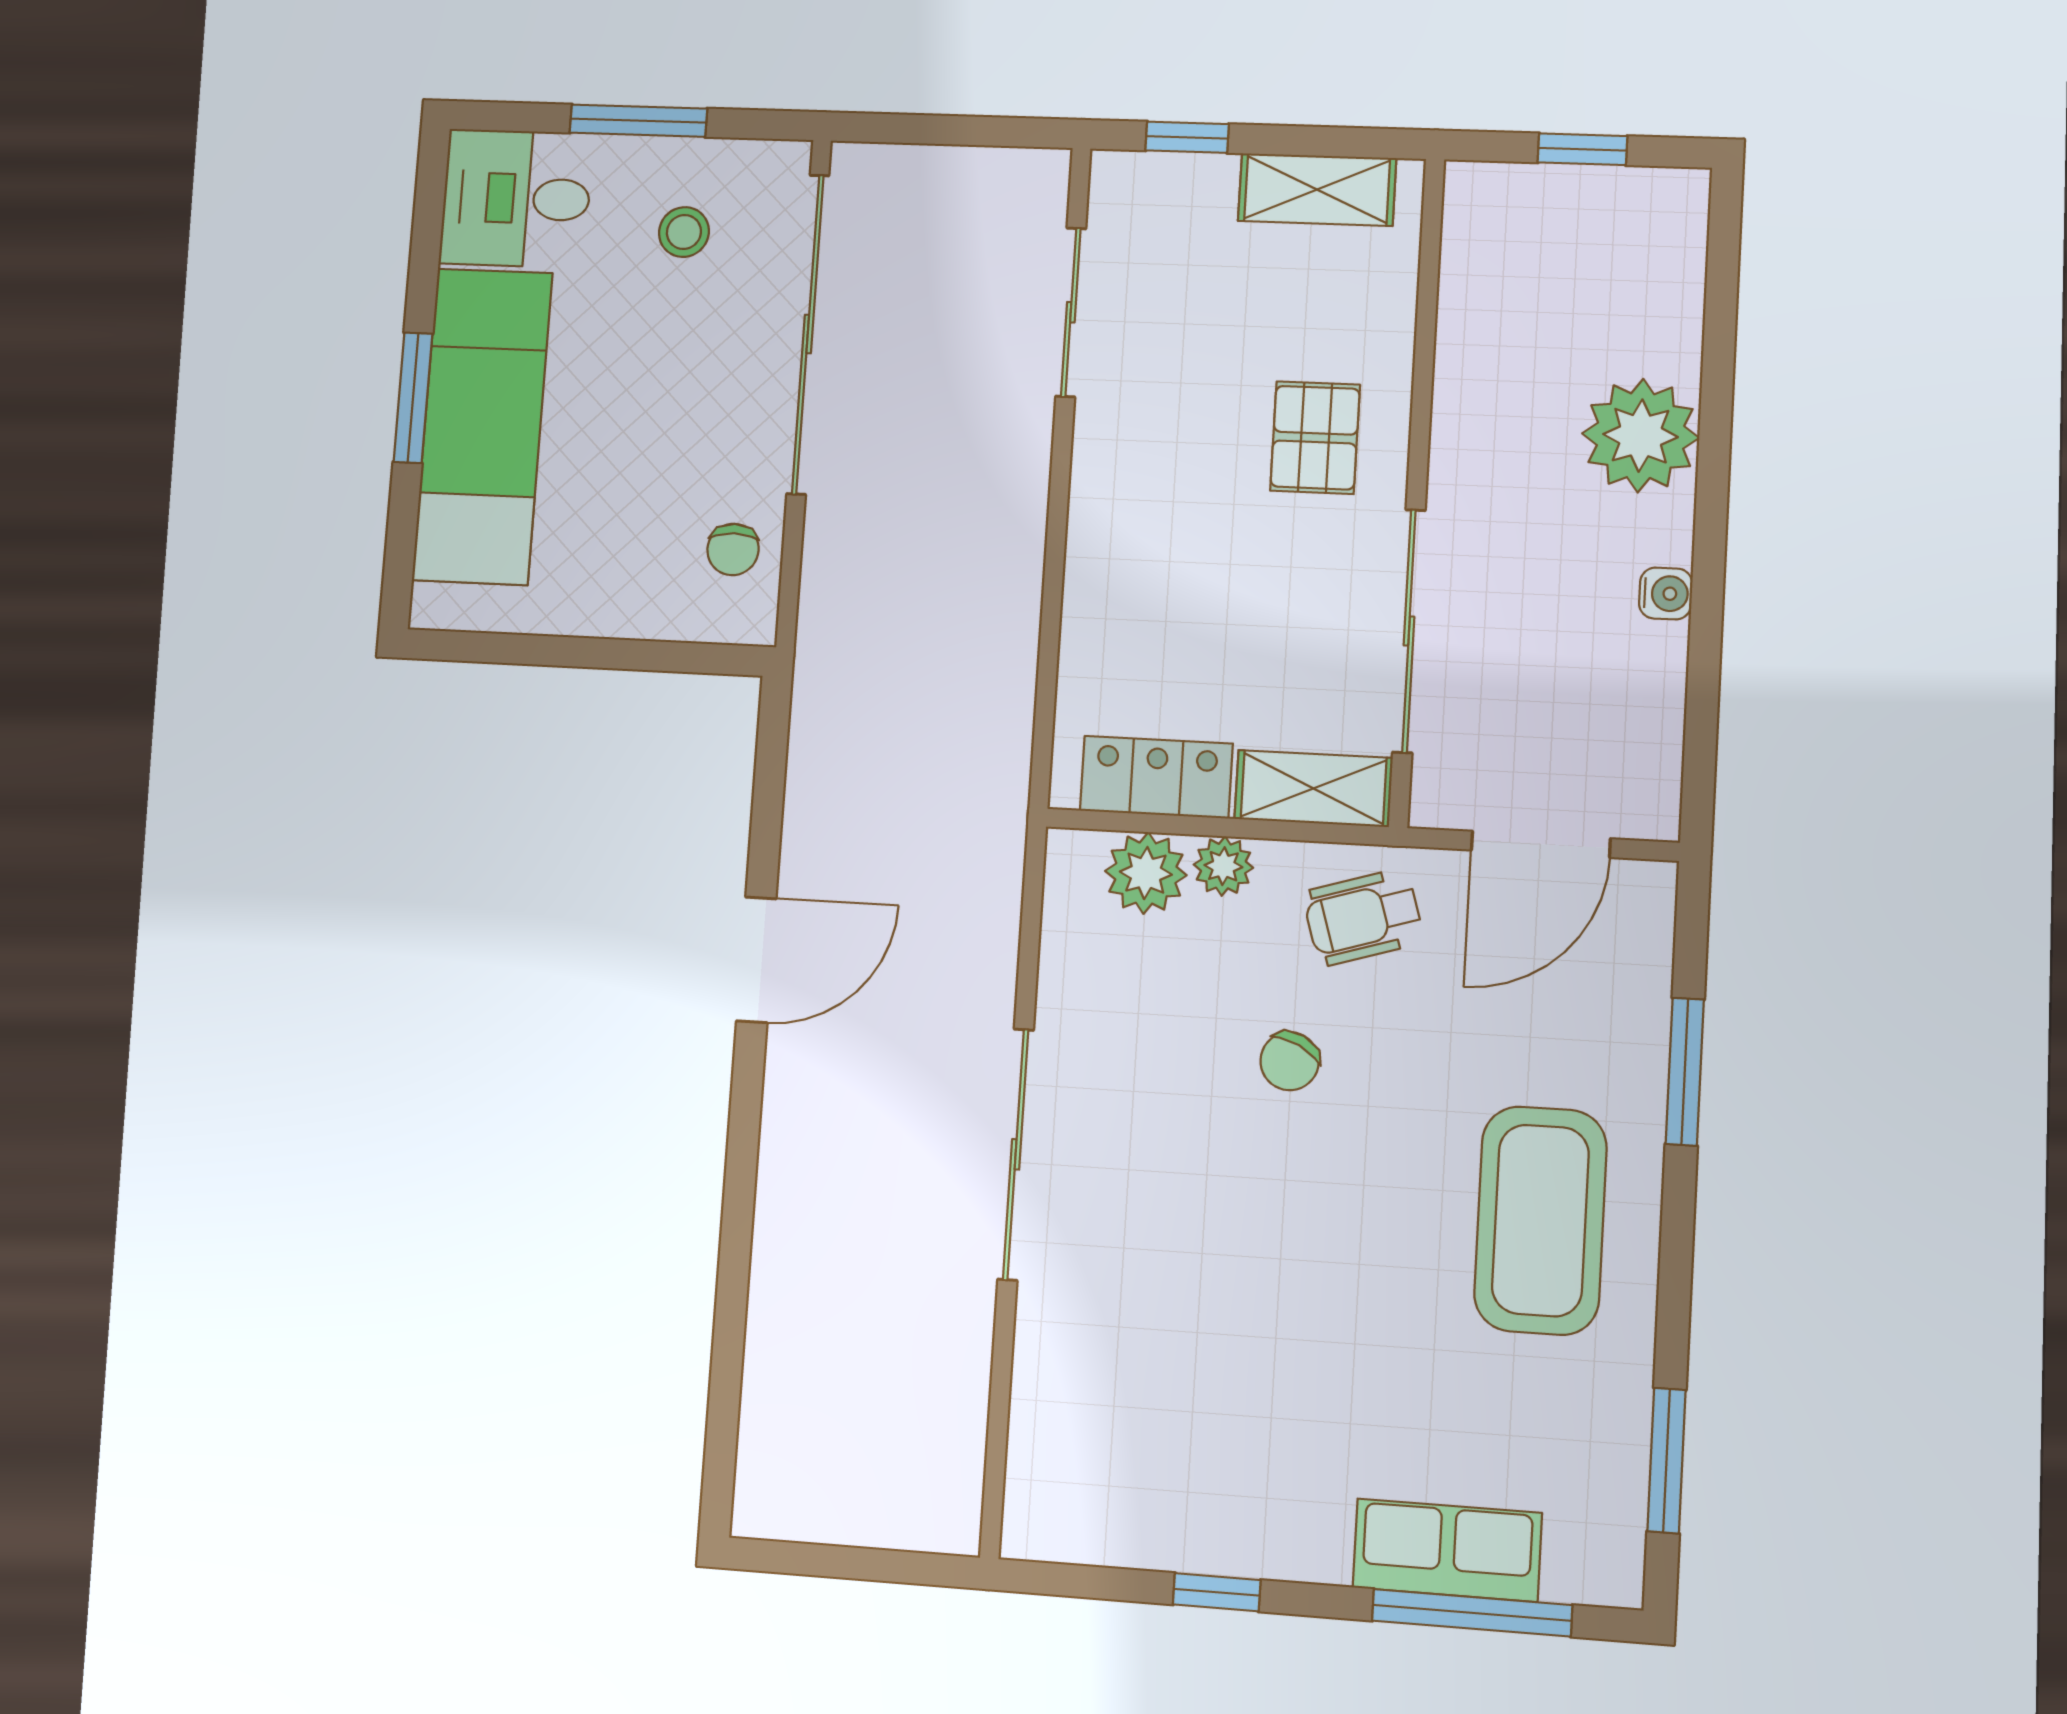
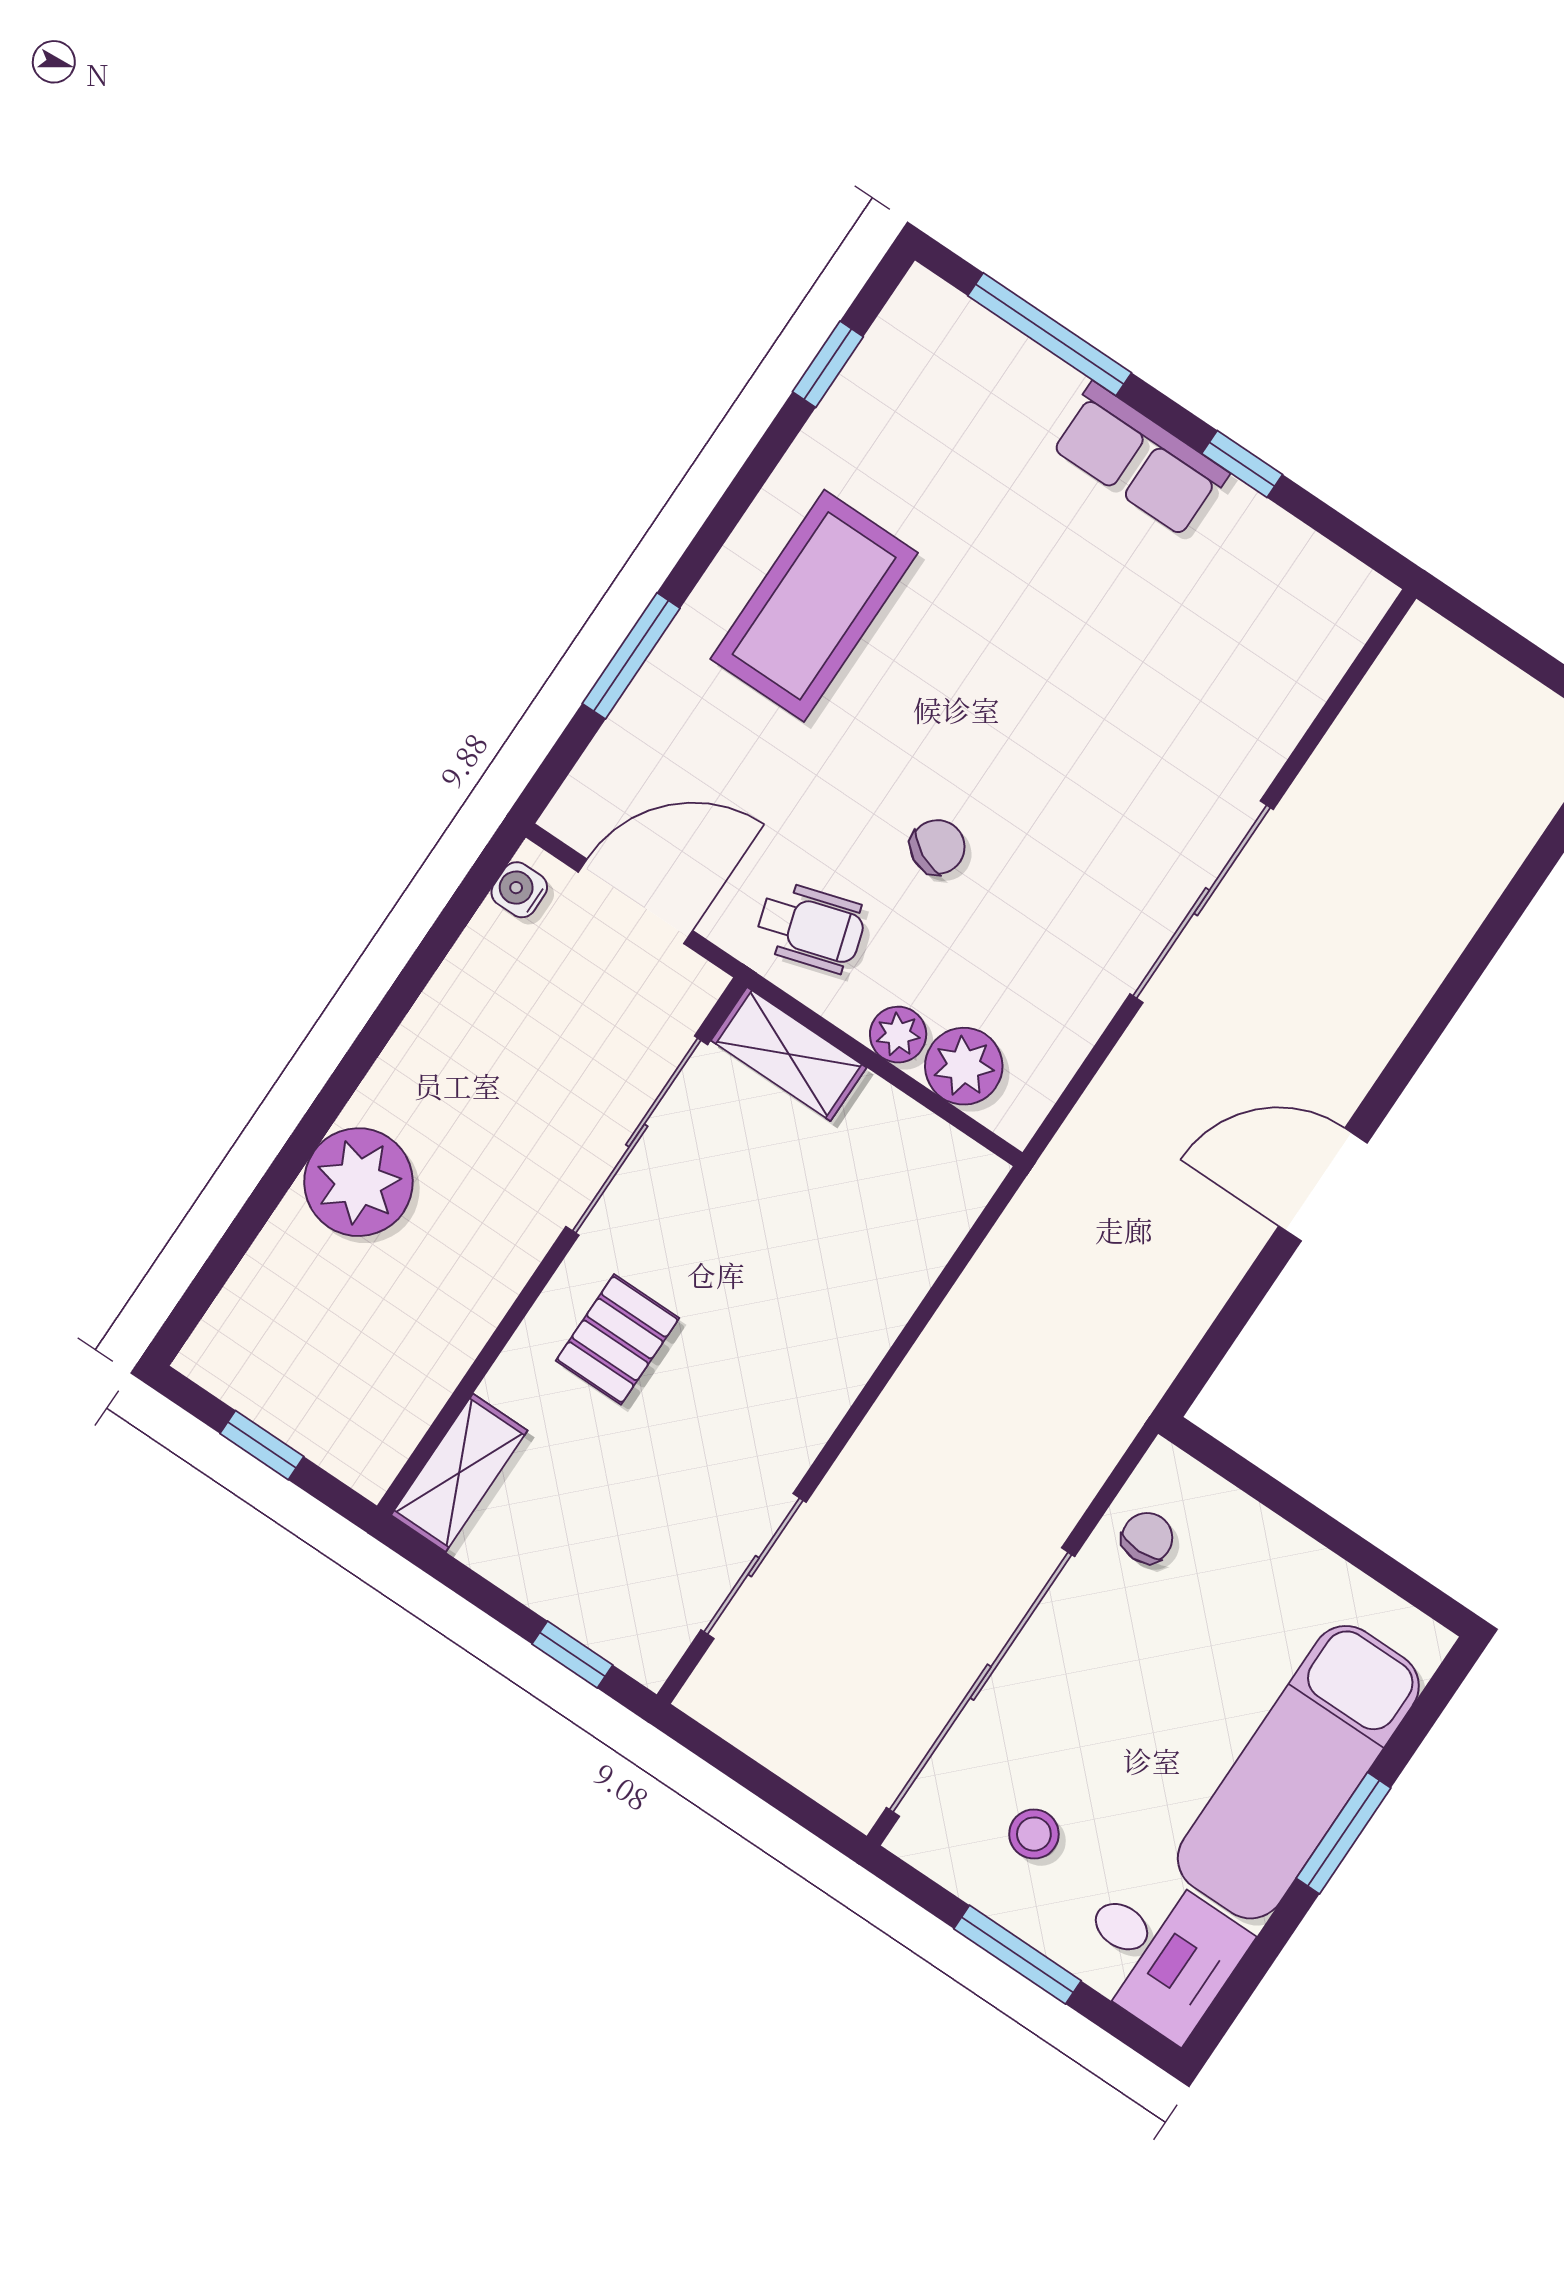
shelving: (1317, 190) -> (459, 1473), moved, turned 90
water cooler: (1666, 593) -> (519, 890), moved
locker: (1156, 777) -> (910, 1139), removed
window: (1667, 1461) -> (828, 364), width x0.67
row of seats: (1447, 1550) -> (1139, 460), moved

